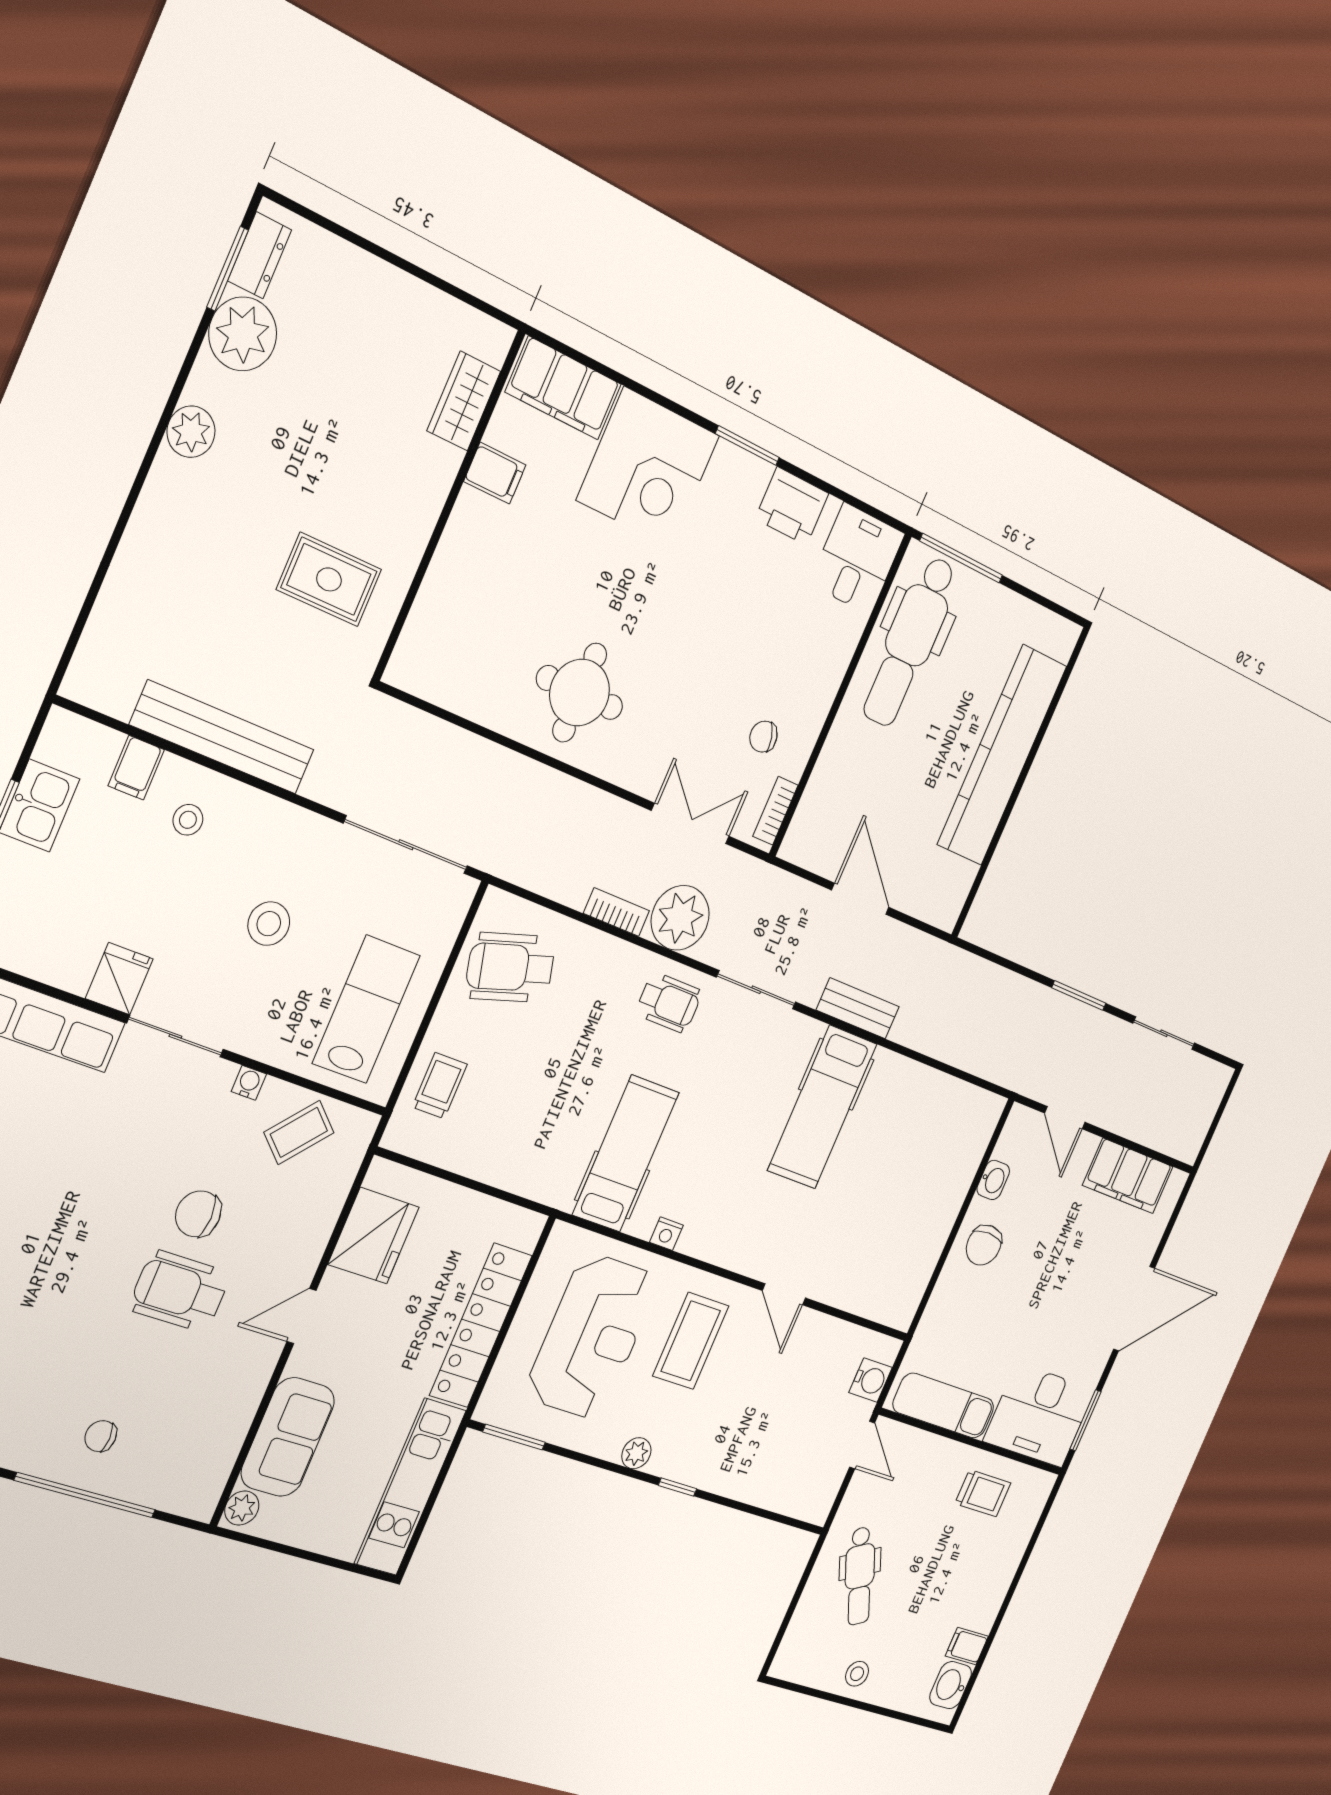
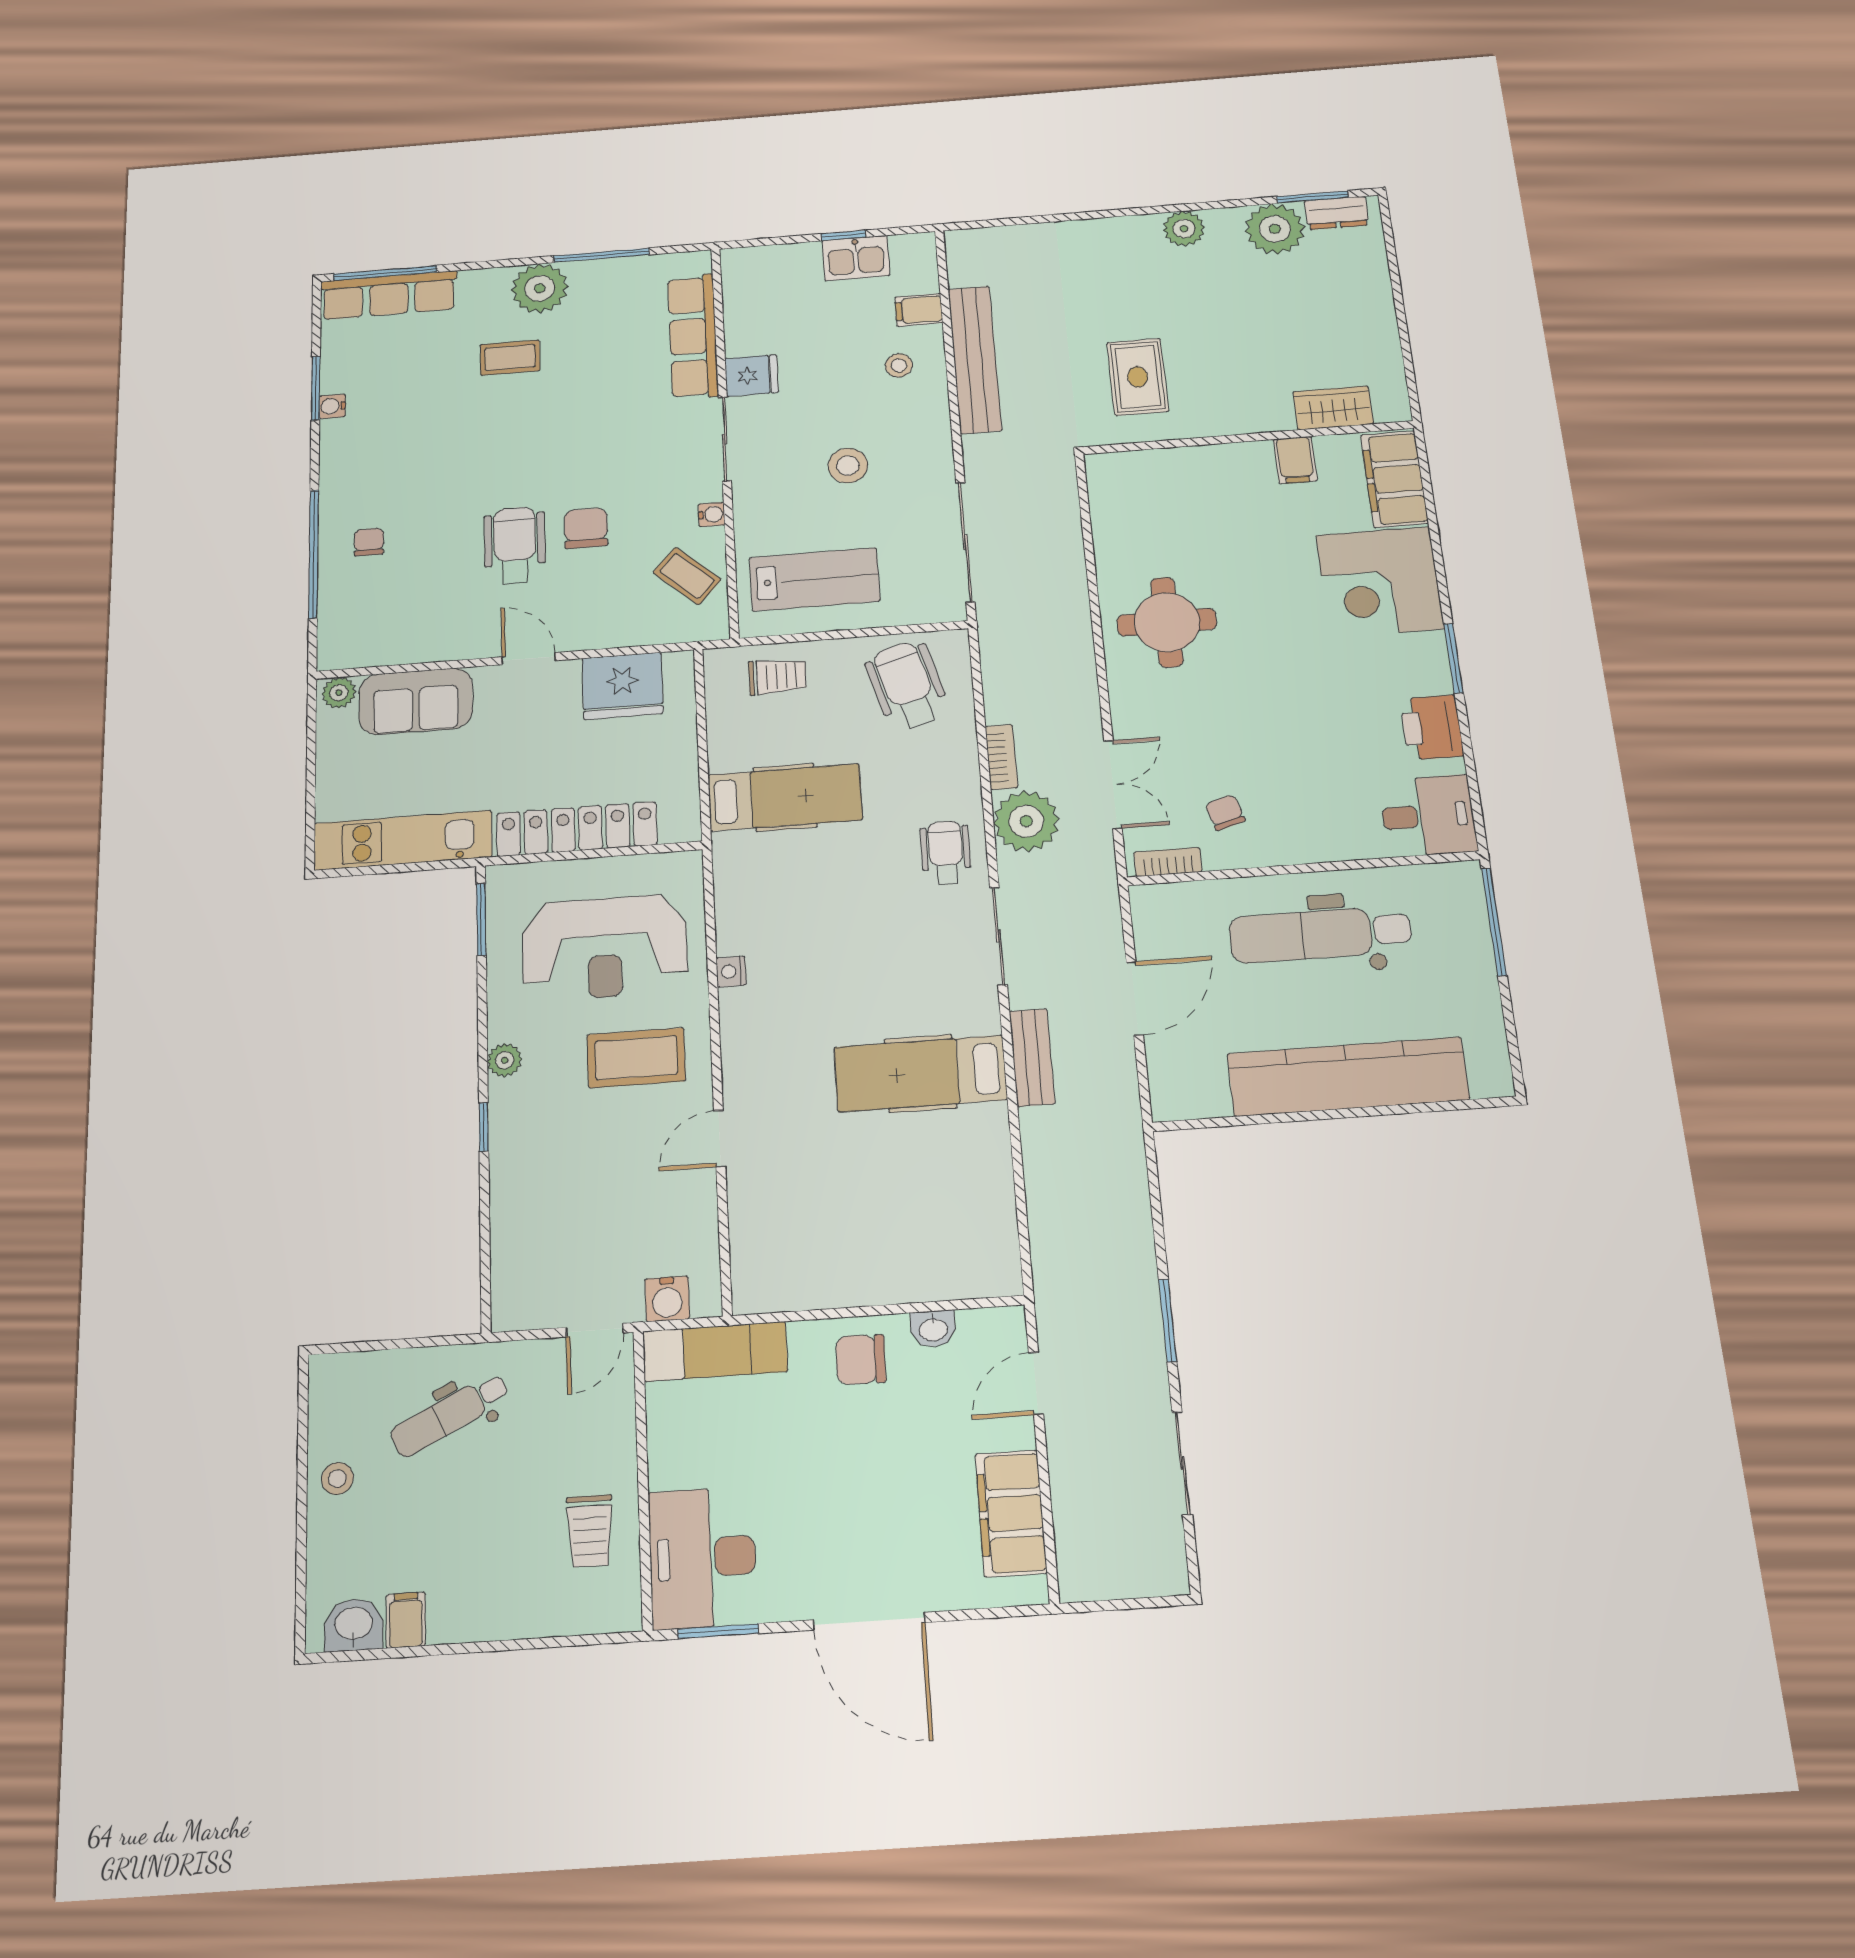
dental chair: (910, 641) -> (1320, 934), moved
wheelchair: (669, 1003) -> (946, 853), turned 180
hospital bed: (626, 1154) -> (785, 797), moved
exam couch: (944, 1406) -> (715, 1351), moved, turned 90

